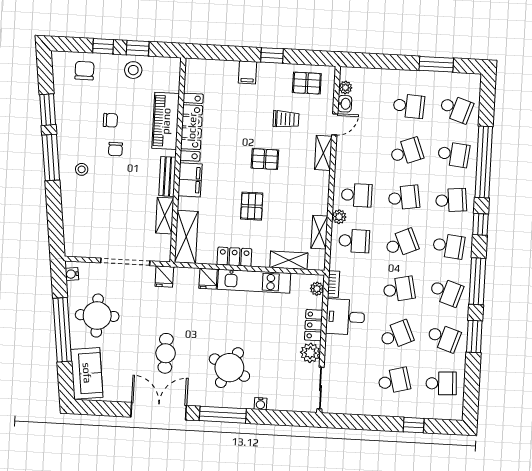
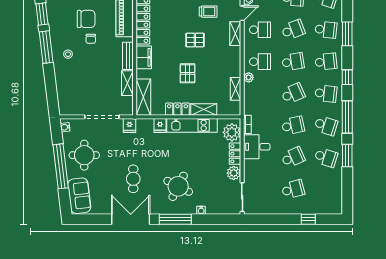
chair: (110, 120) -> (86, 19), width x1.87, depth x1.87
window: (484, 162) -> (347, 34), width x0.47
school desk: (354, 241) -> (260, 30), moved
shelving: (289, 260) -> (204, 110), moved
plant: (317, 289) -> (232, 132), width x1.87, depth x1.87
school desk: (441, 383) -> (326, 189), removed

